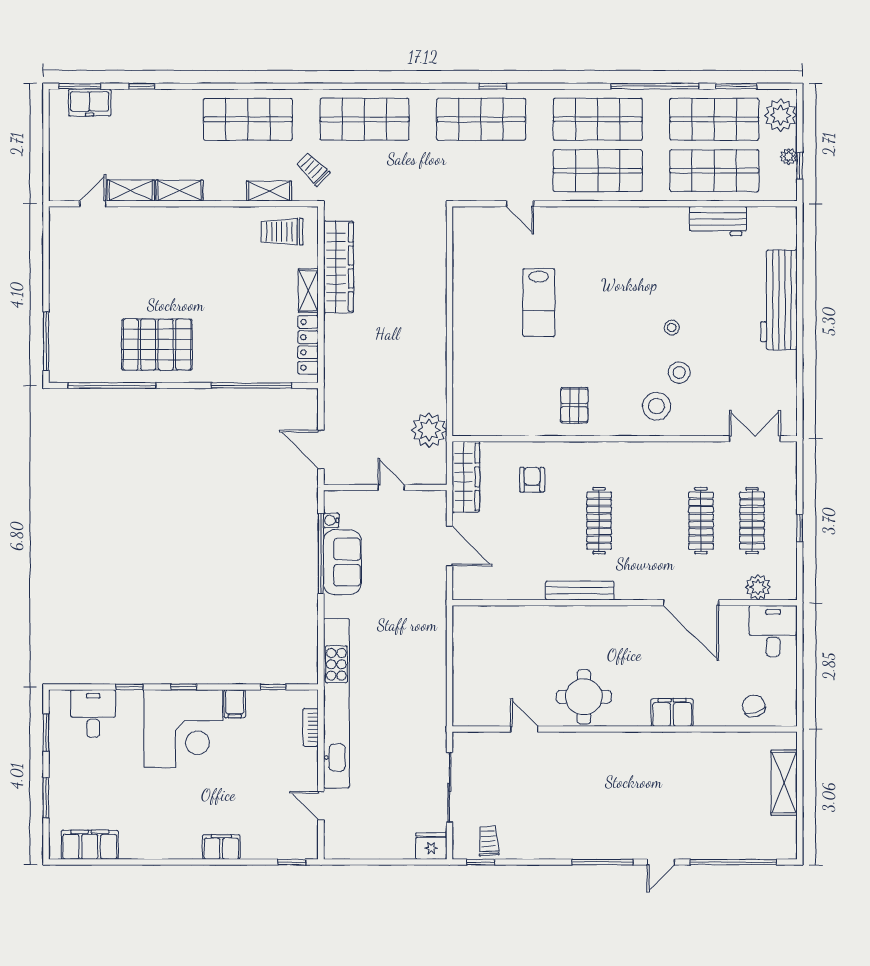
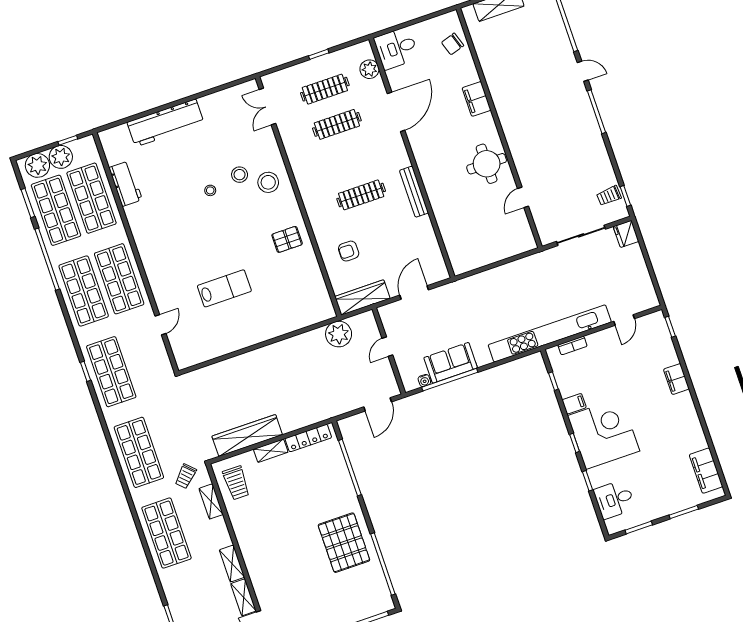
plant: (789, 156) -> (61, 157), width x1.87, depth x1.87

